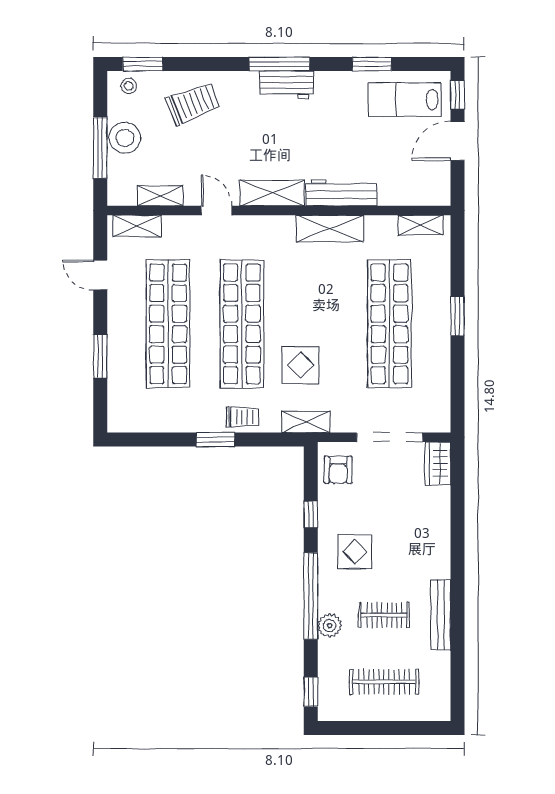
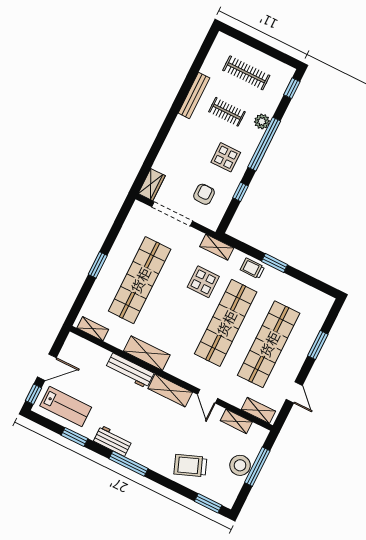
workbench: (286, 85) -> (113, 441), moved
stool: (129, 86) -> (223, 494), removed
armchair: (338, 470) -> (204, 194), moved

